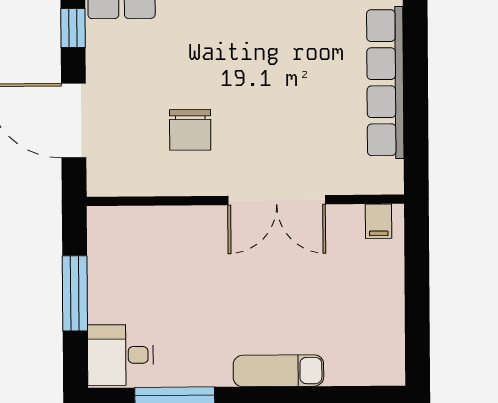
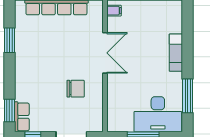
desk: (120, 355) -> (158, 114), width x1.87, depth x1.30

